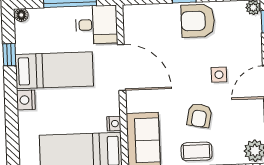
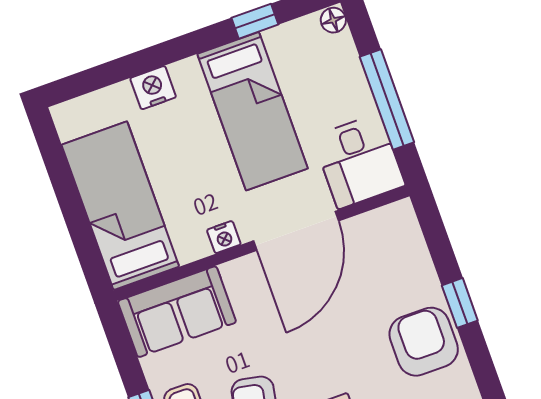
nightstand: (26, 100) -> (153, 88), moved
nightstand: (114, 124) -> (224, 237), moved

